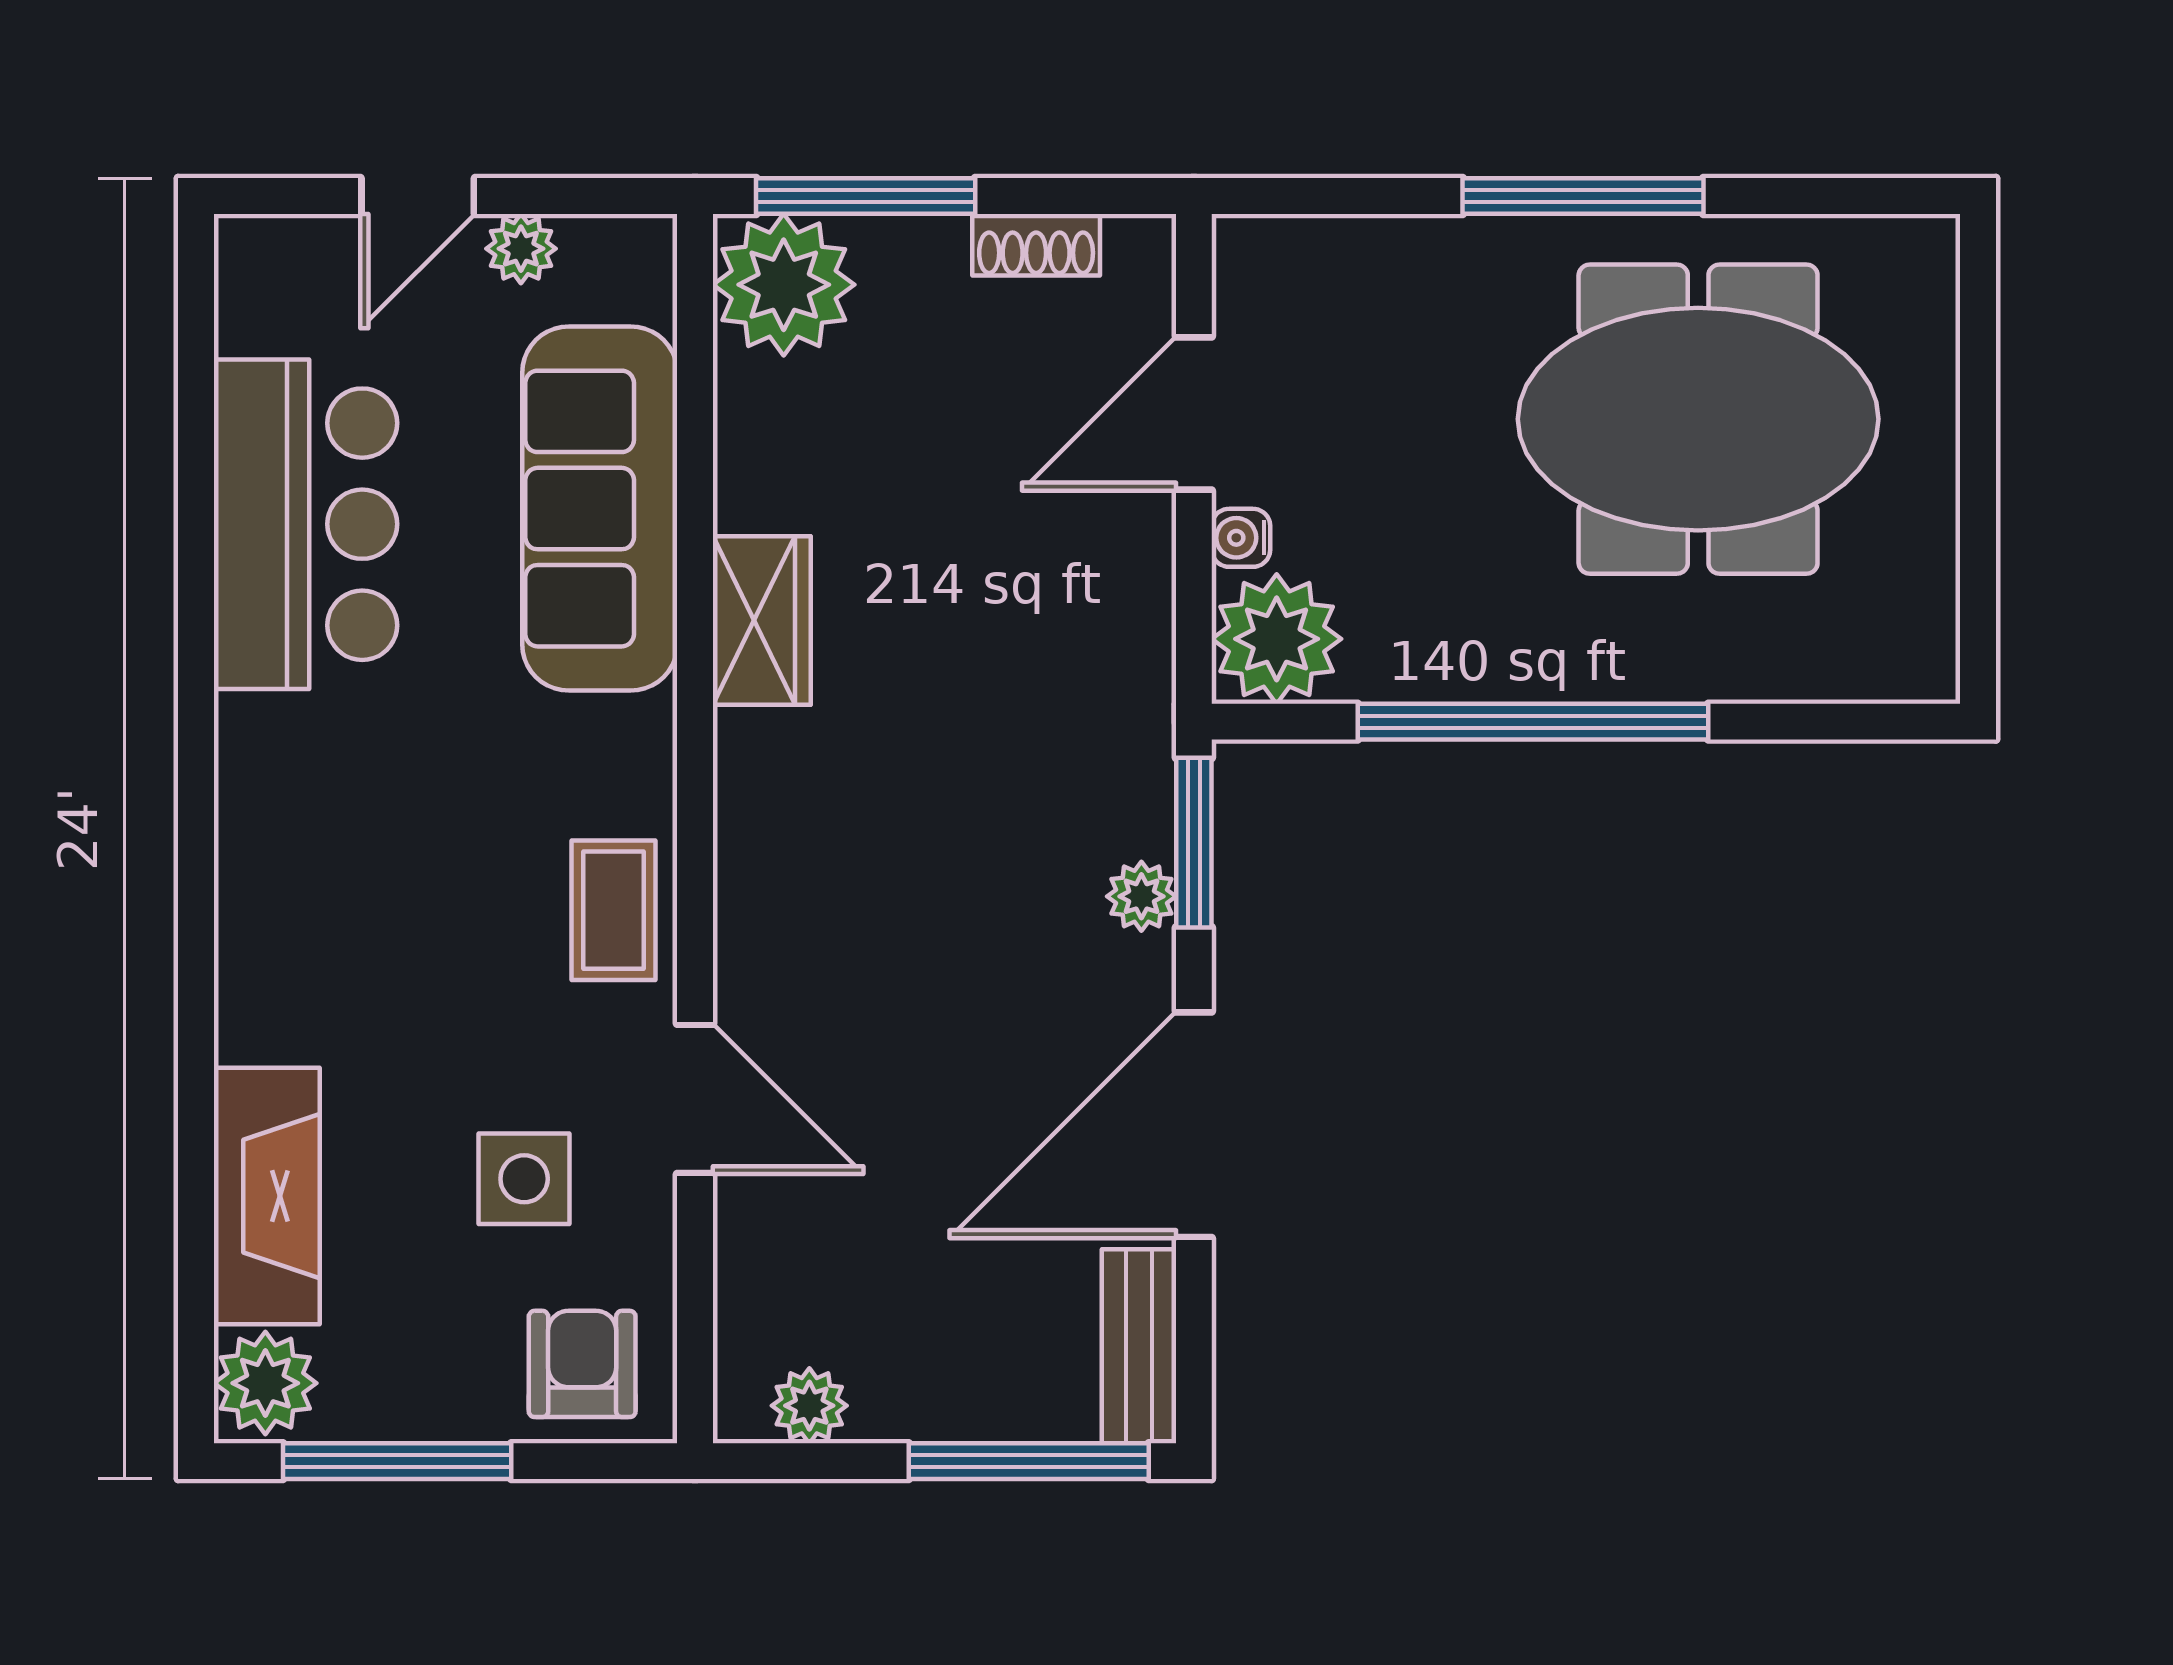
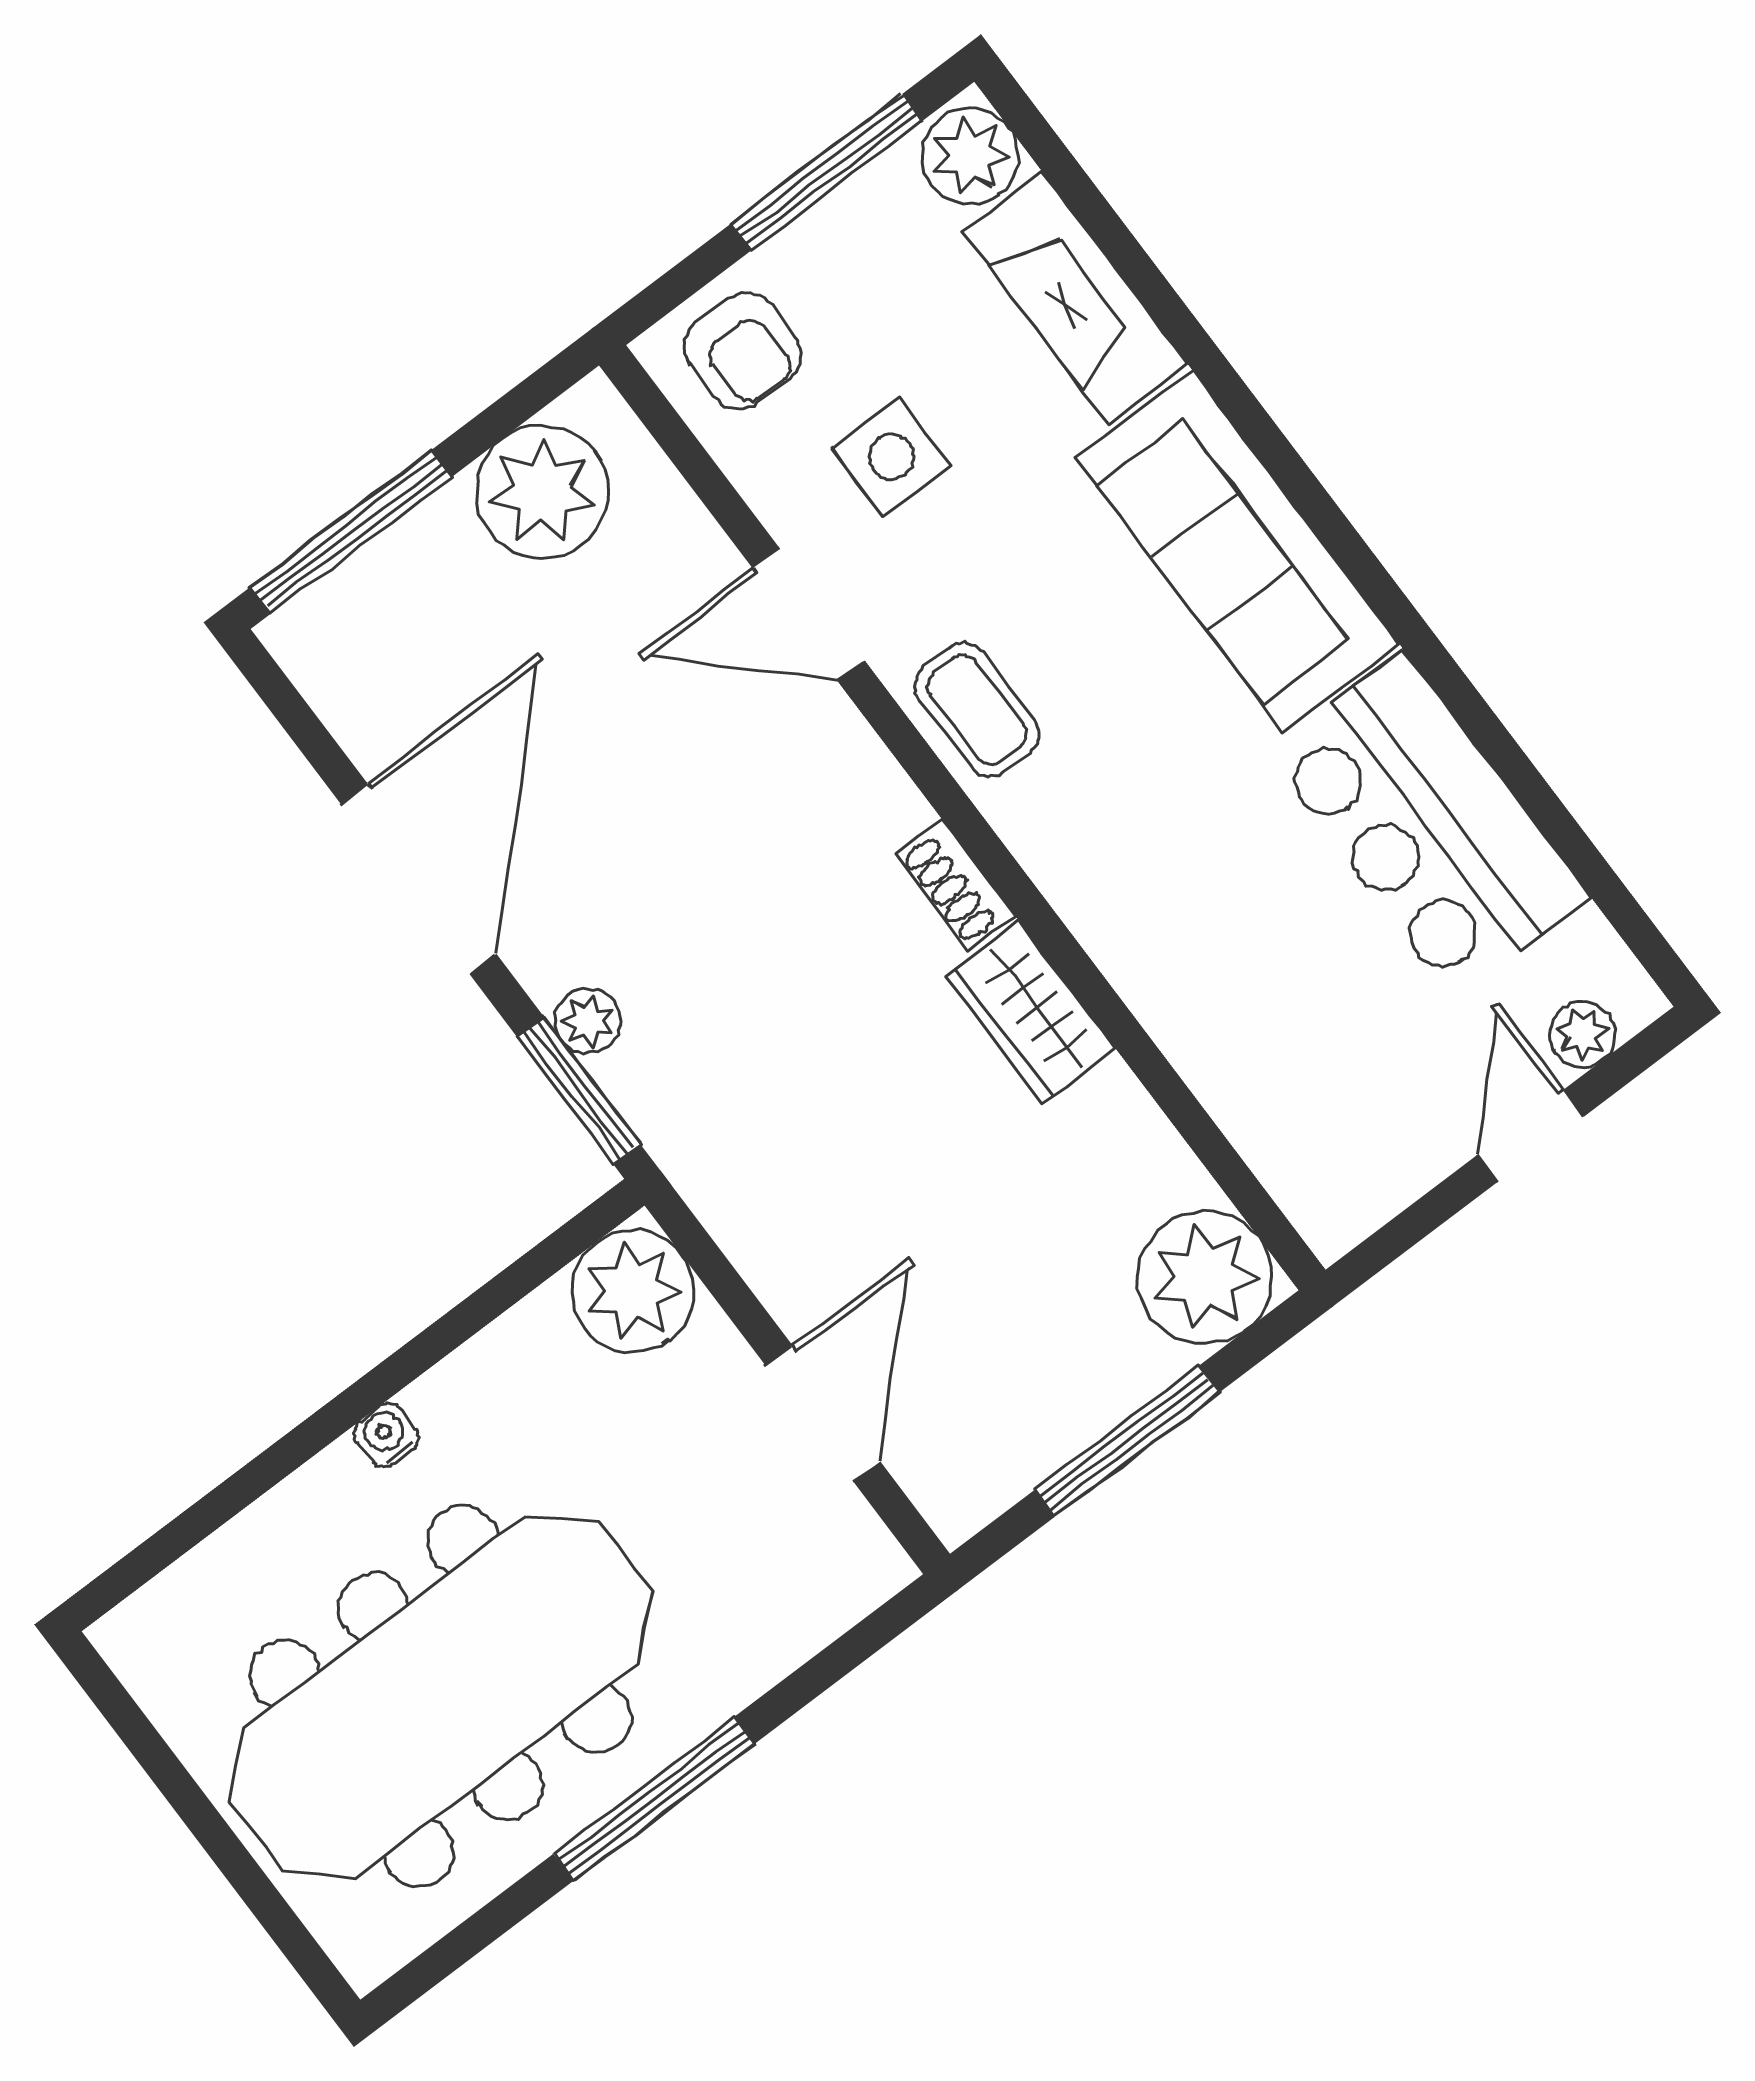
window: (866, 196) -> (1127, 1441), moved
shoe rack: (1036, 245) -> (956, 885), moved, turned -90
plant: (521, 249) -> (1583, 1034), moved
meeting table: (1698, 419) -> (441, 1696), width x1.36
sofa: (600, 509) -> (1238, 551), moved, turned 180
water cooler: (1241, 538) -> (386, 1435), moved, turned -90
window: (1533, 722) -> (393, 1375), removed
bench: (1139, 1346) -> (334, 681), removed
plant: (809, 1406) -> (542, 492), width x1.88, depth x1.88

